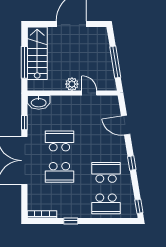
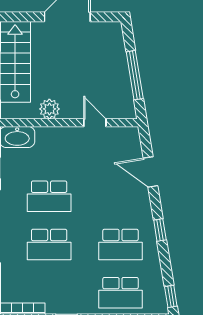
plant: (72, 84) -> (49, 109), moved
school desk: (59, 141) -> (49, 196), turned 180
school desk: (106, 172) -> (120, 244), turned 180

